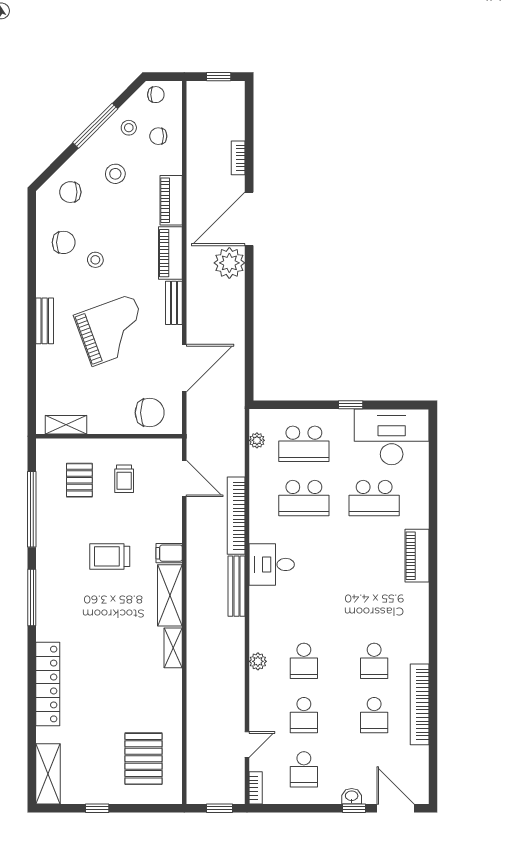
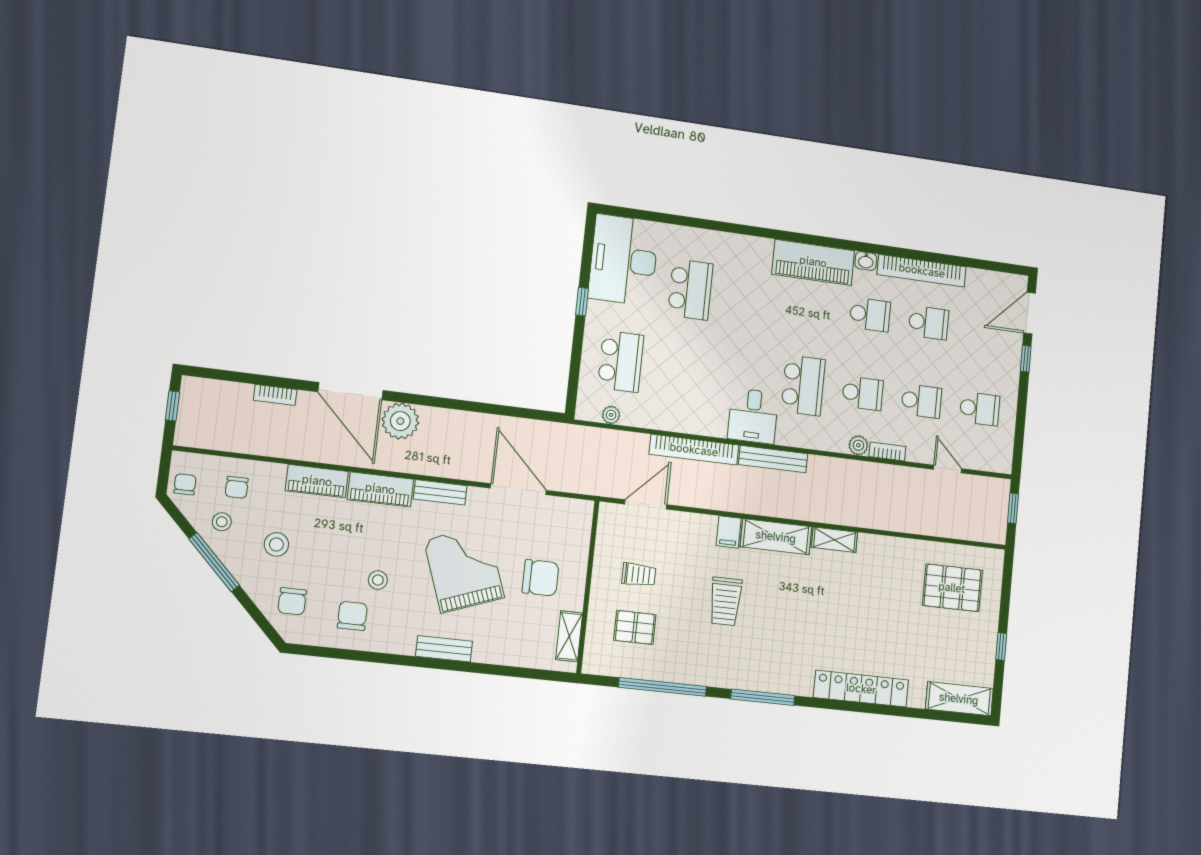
chair: (150, 413) -> (541, 578), moved, turned 90
school desk: (304, 498) -> (803, 385), moved
piano: (417, 556) -> (813, 262), moved, width x1.37, depth x1.33
bookcase: (256, 788) -> (887, 452), moved
washbasin: (352, 796) -> (866, 261), moved, turned -90

